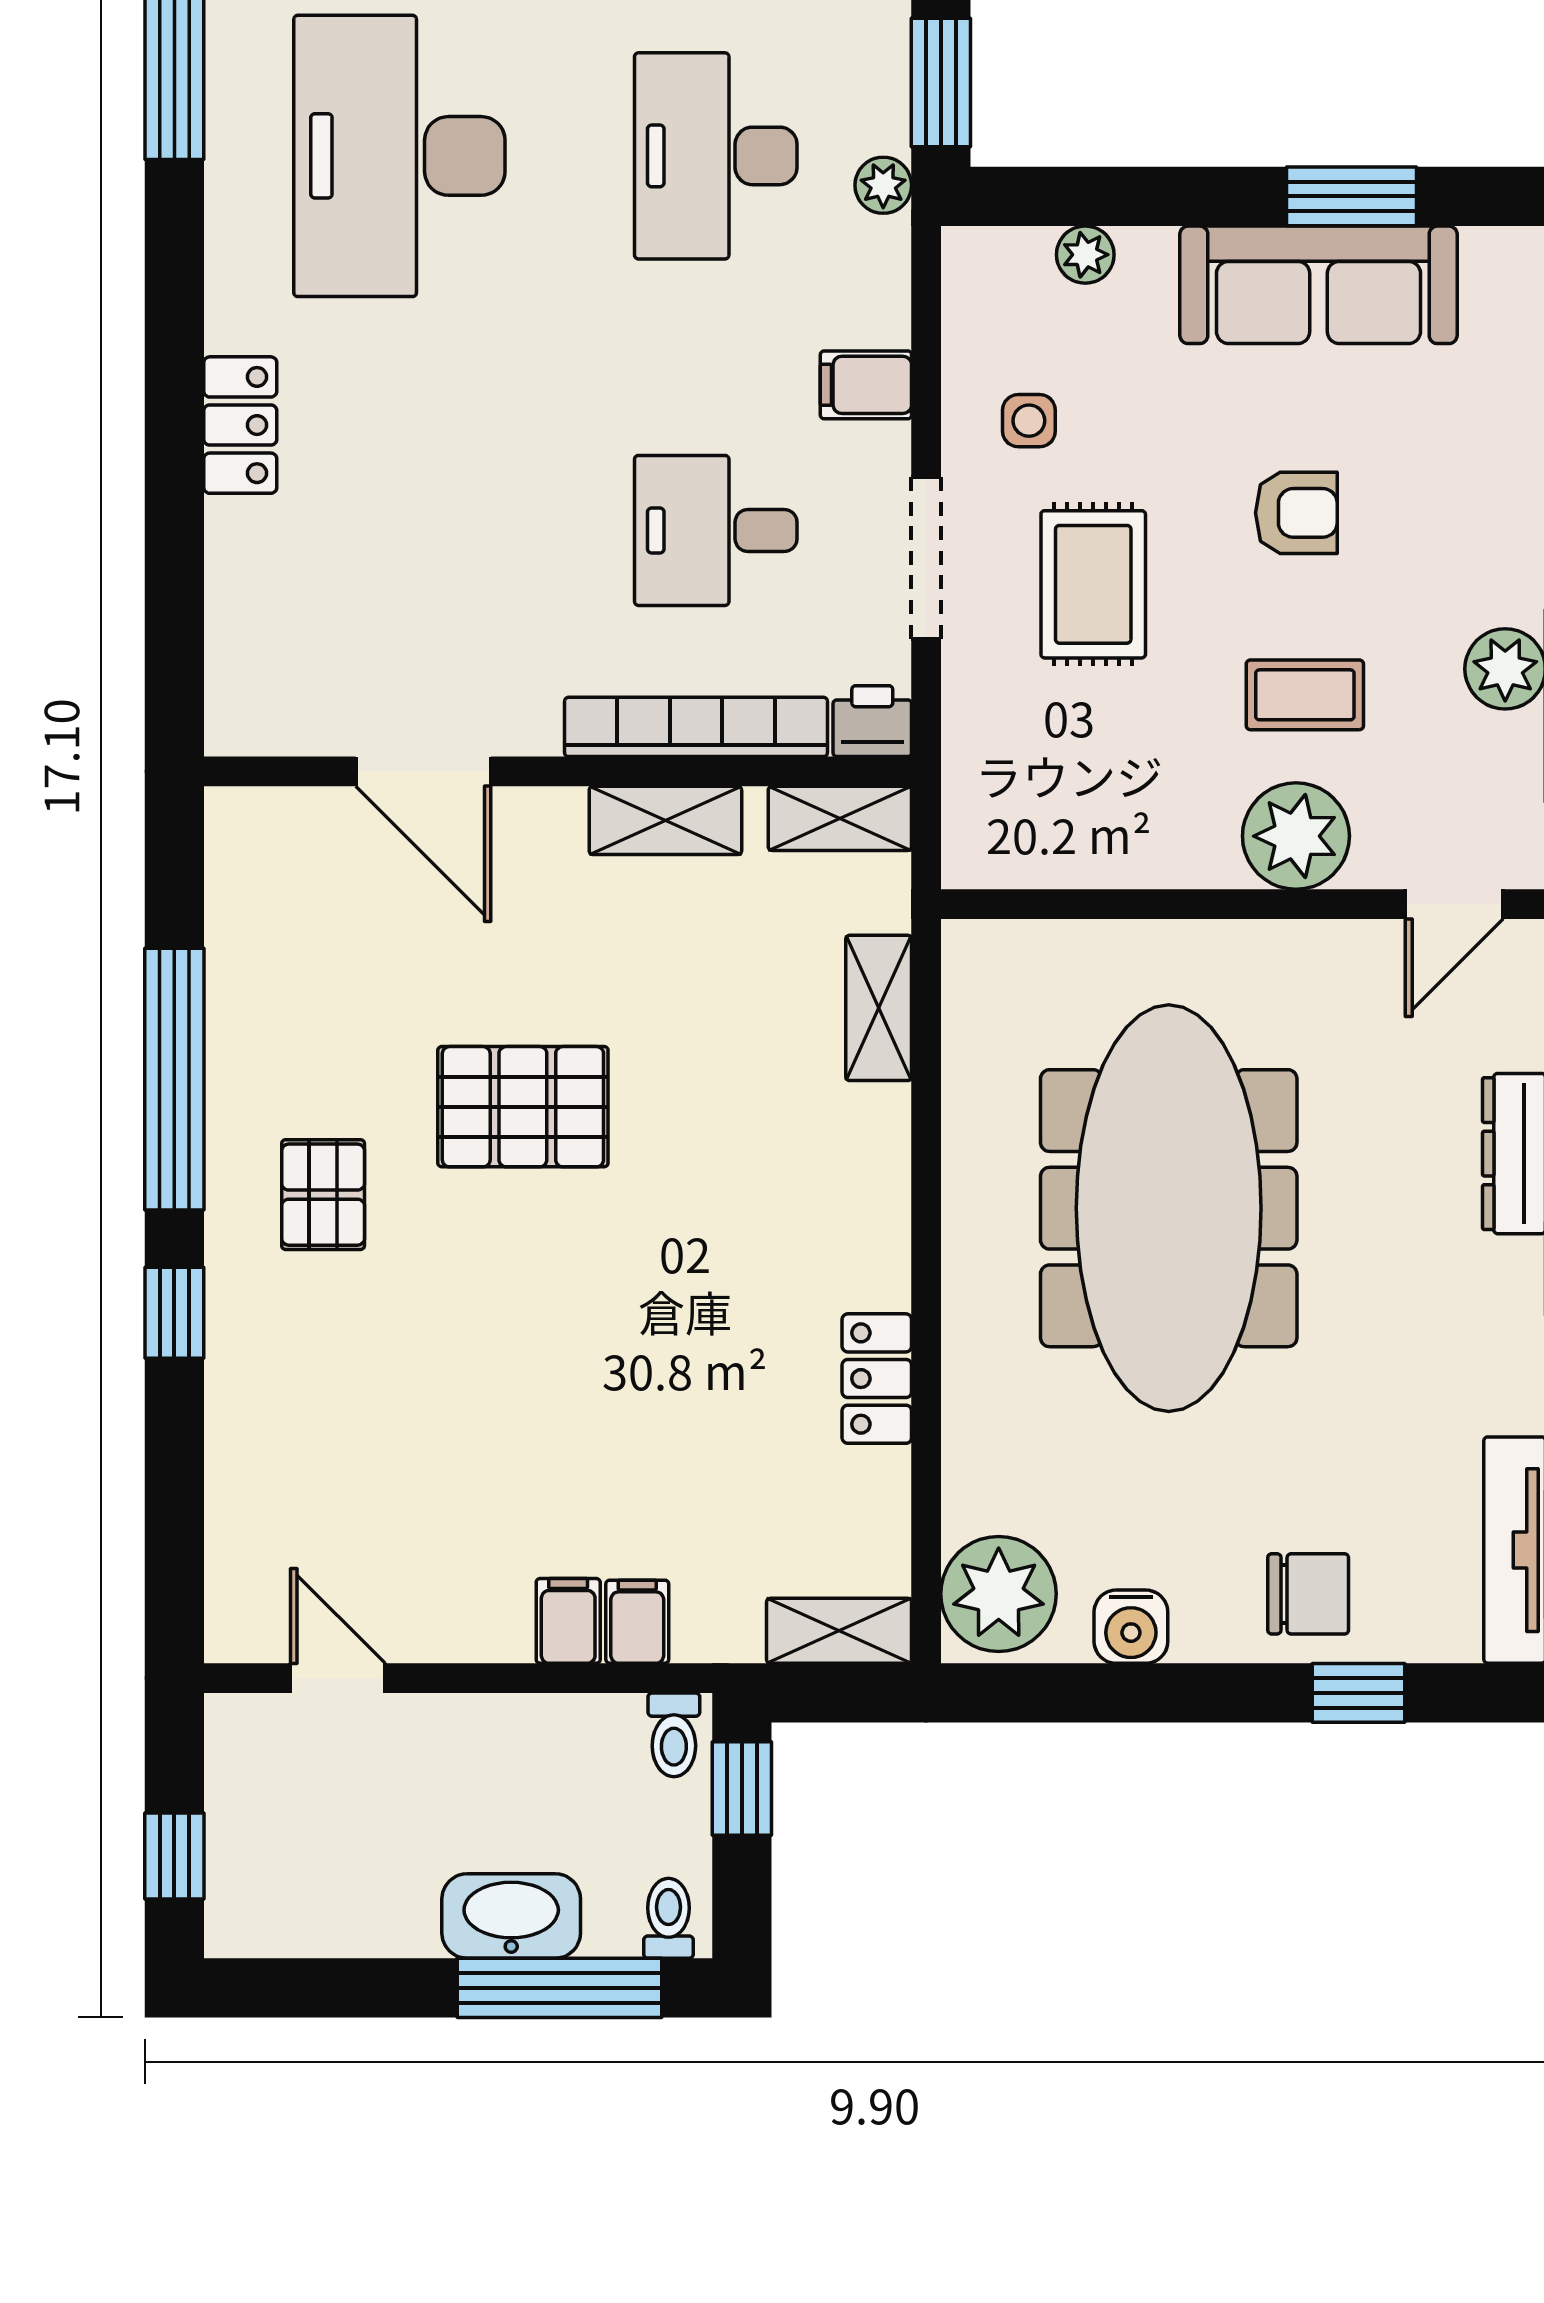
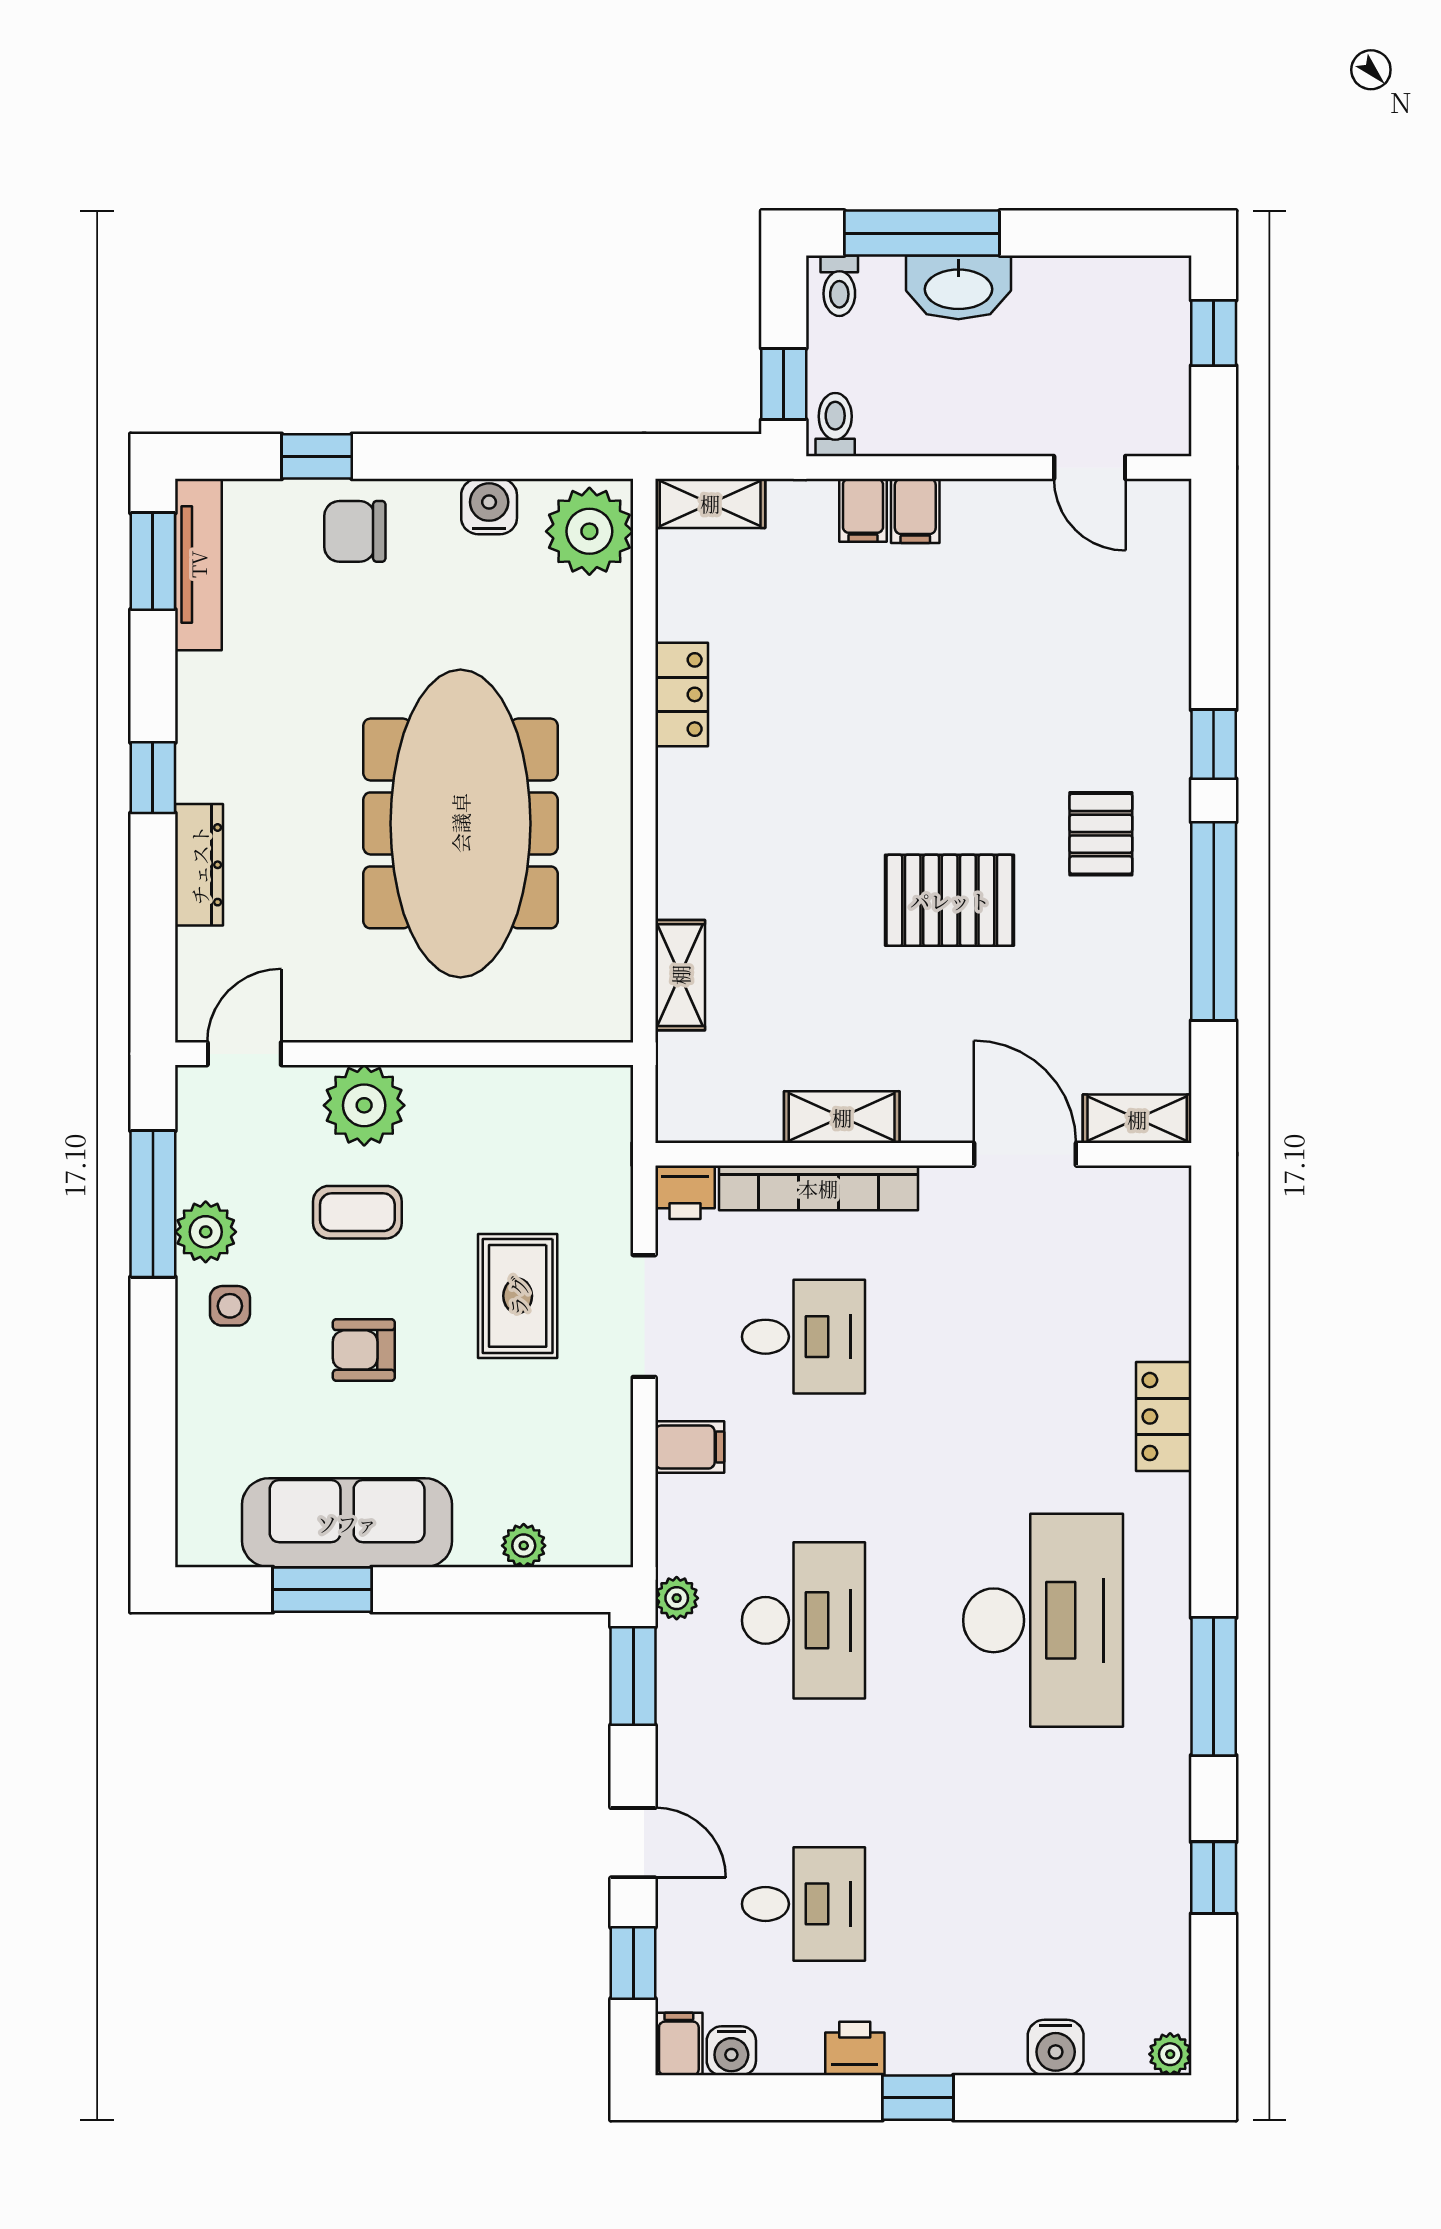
side table: (1029, 421) -> (230, 1306), moved
shelving: (840, 818) -> (1137, 1119), moved

